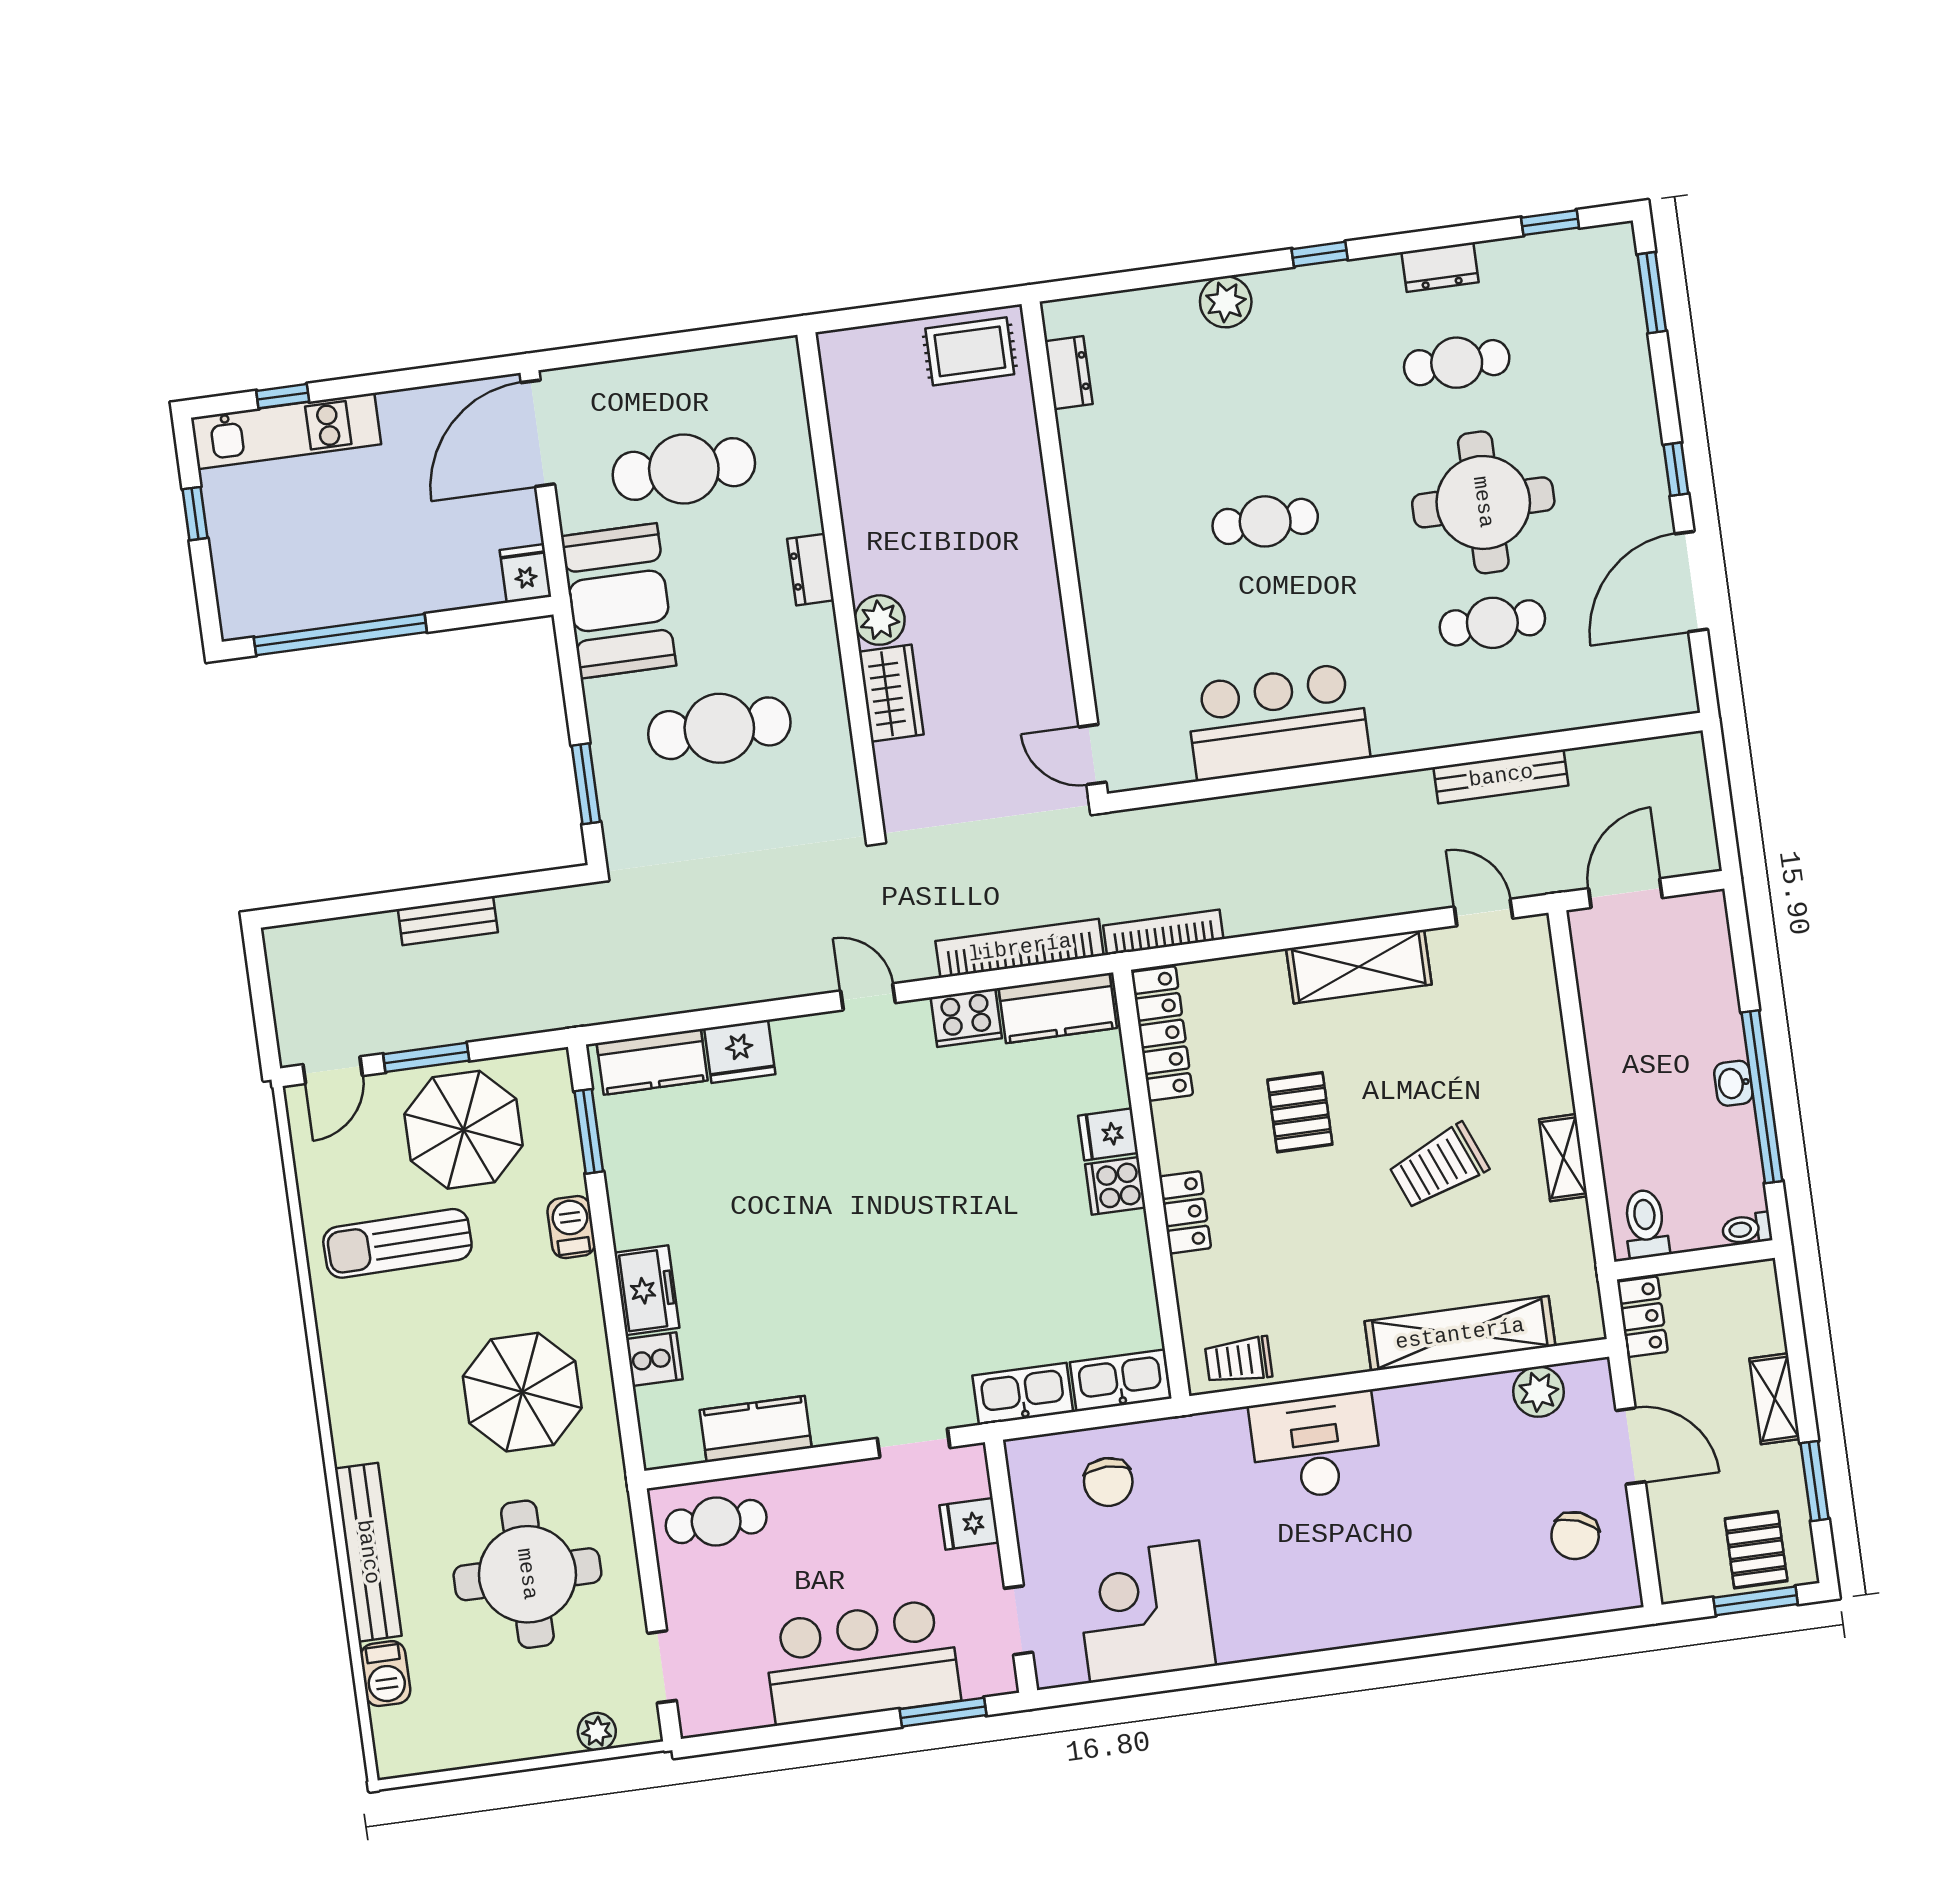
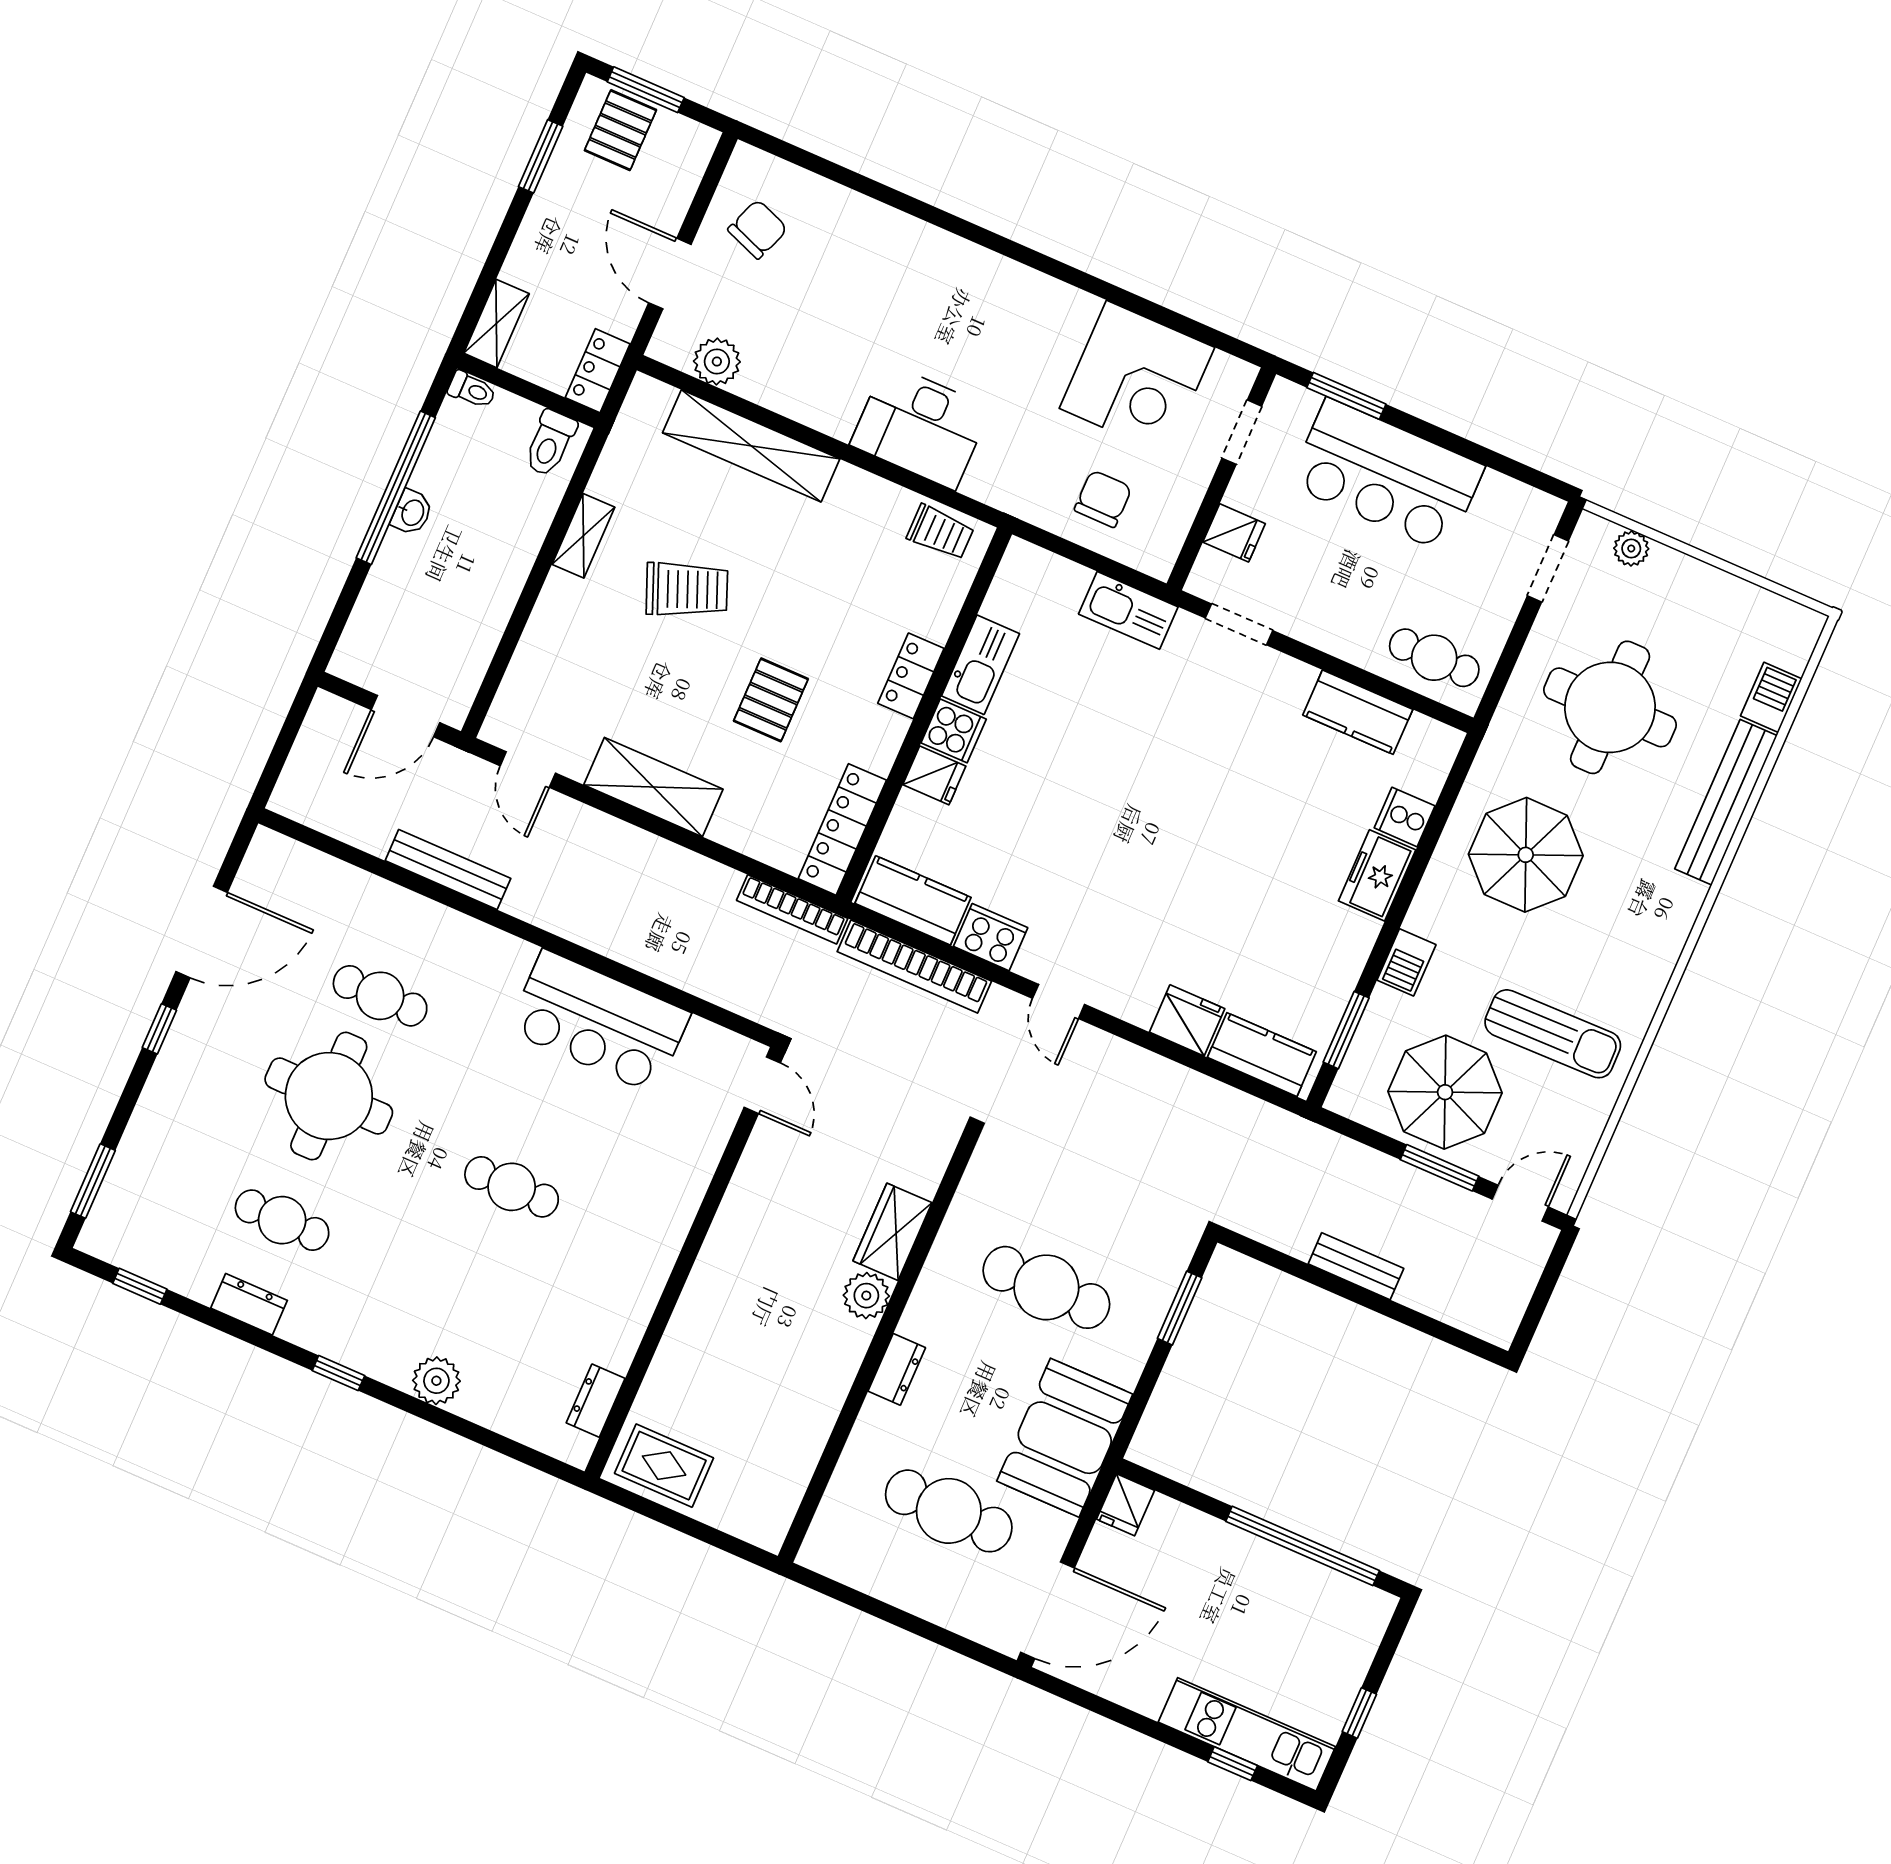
kitchen sink: (1120, 1380) -> (980, 665), moved, turned -90
shelving: (1775, 1399) -> (496, 323), moved

